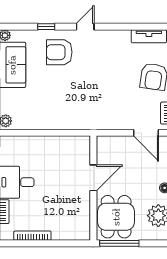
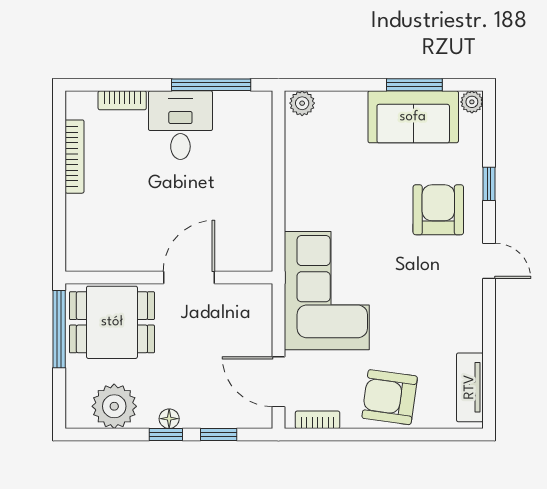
corner sofa: (100, 108) -> (327, 291), added
door: (146, 133) -> (279, 382), hinge flipped
door: (93, 178) -> (189, 277), swing flipped

